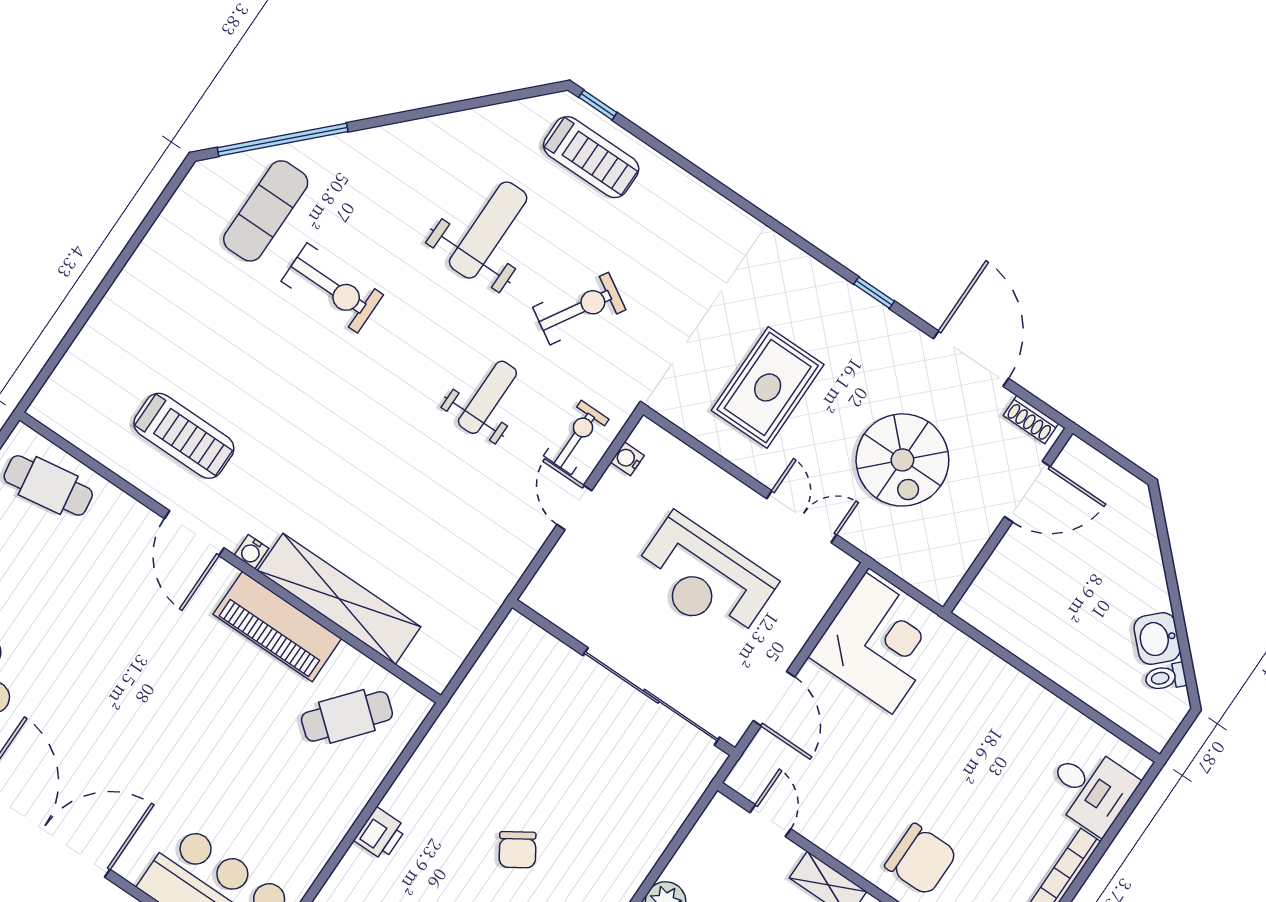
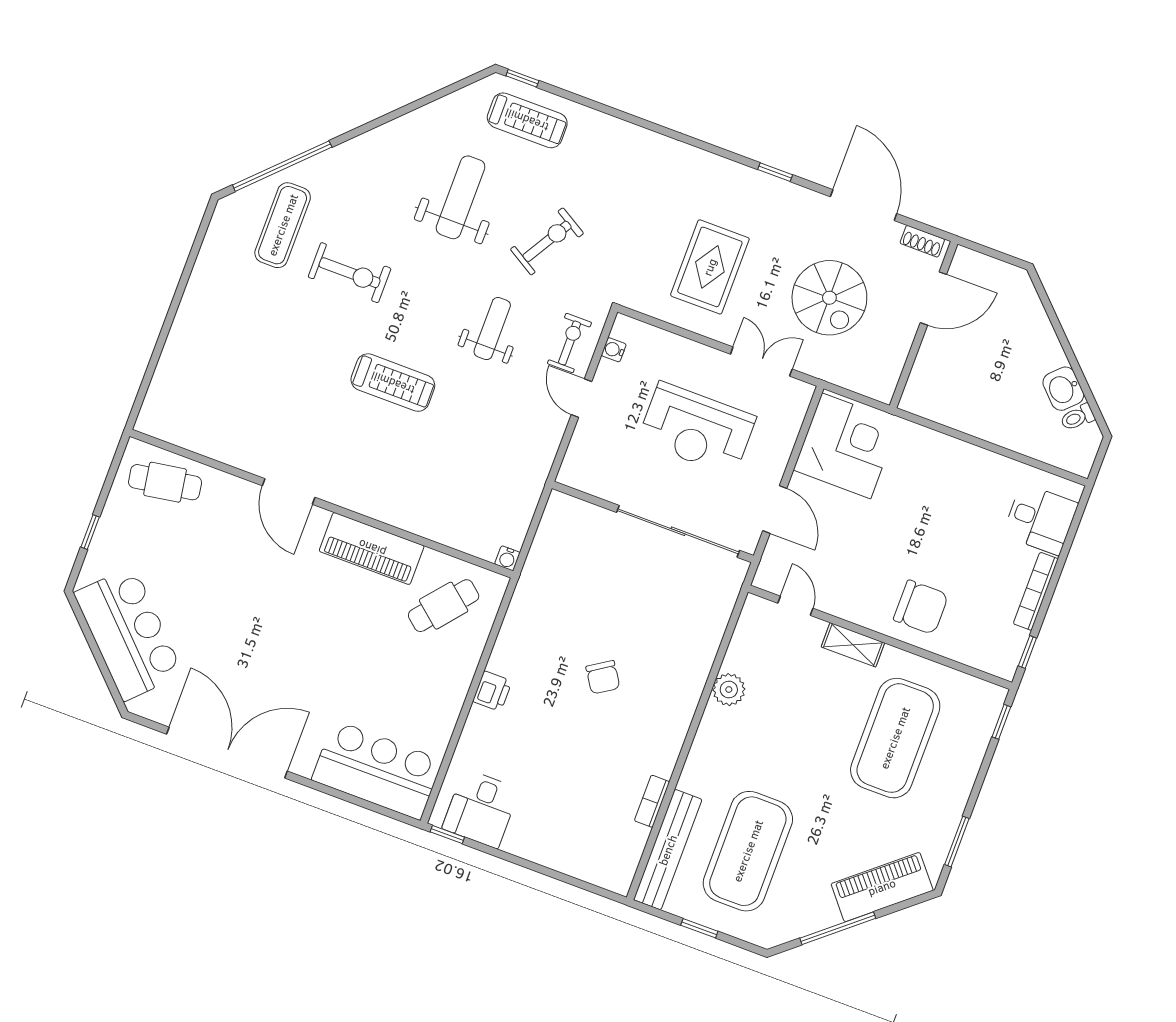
treadmill: (184, 436) -> (393, 383), moved
water cooler: (251, 552) -> (507, 558), moved
shelving: (339, 599) -> (415, 515), removed

